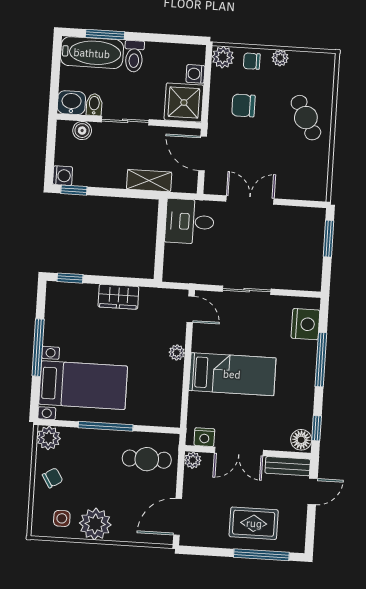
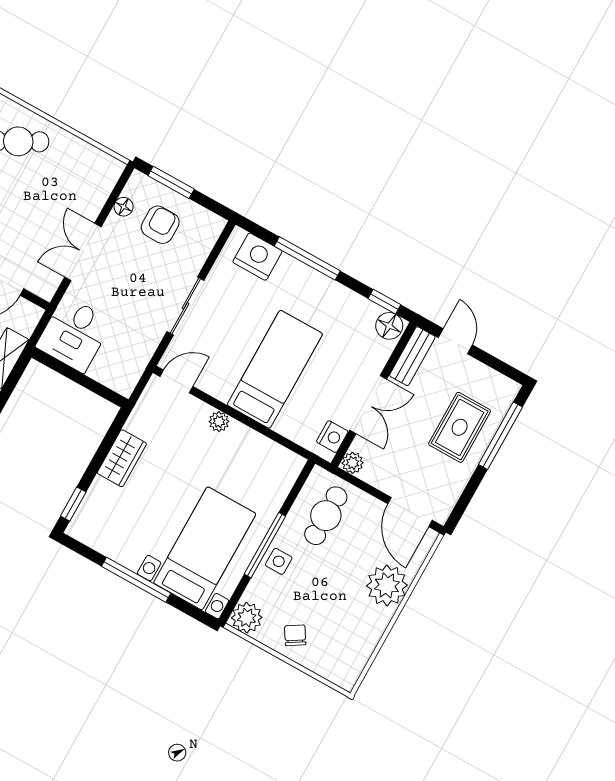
floor lamp: (295, 213) -> (124, 207), added
armchair: (295, 245) -> (160, 225), added
side table: (62, 518) -> (279, 561), moved
plant: (95, 524) -> (387, 585), moved

